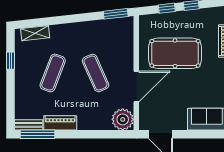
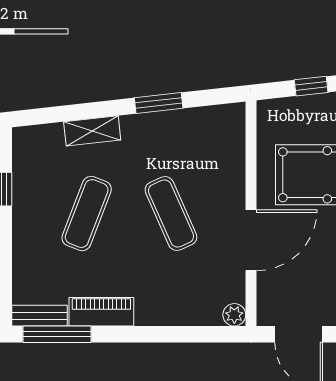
window: (116, 14) -> (159, 103), moved
shelving: (35, 33) -> (92, 131), moved
plant: (123, 119) -> (234, 315), width x0.53, depth x0.53

